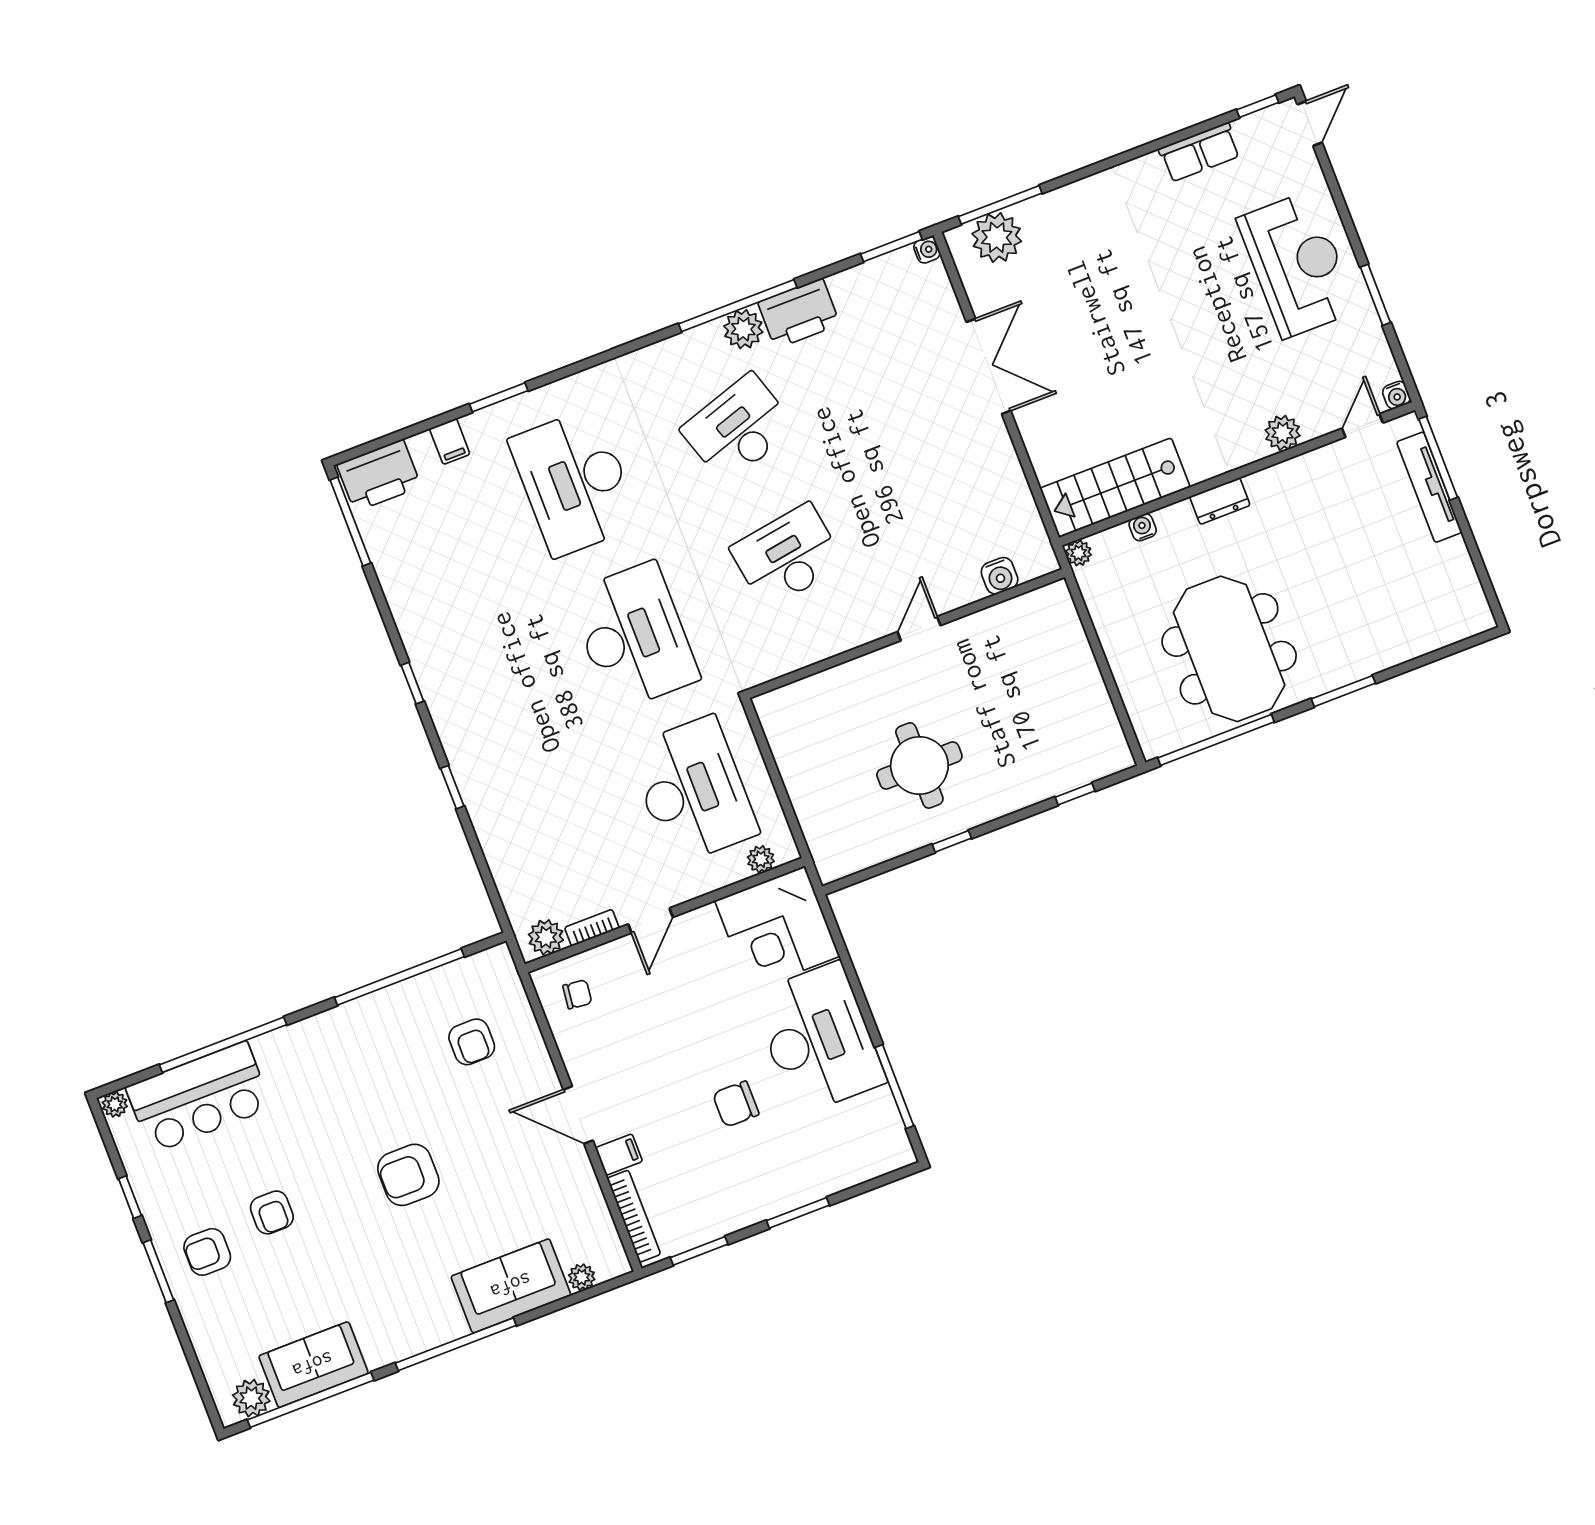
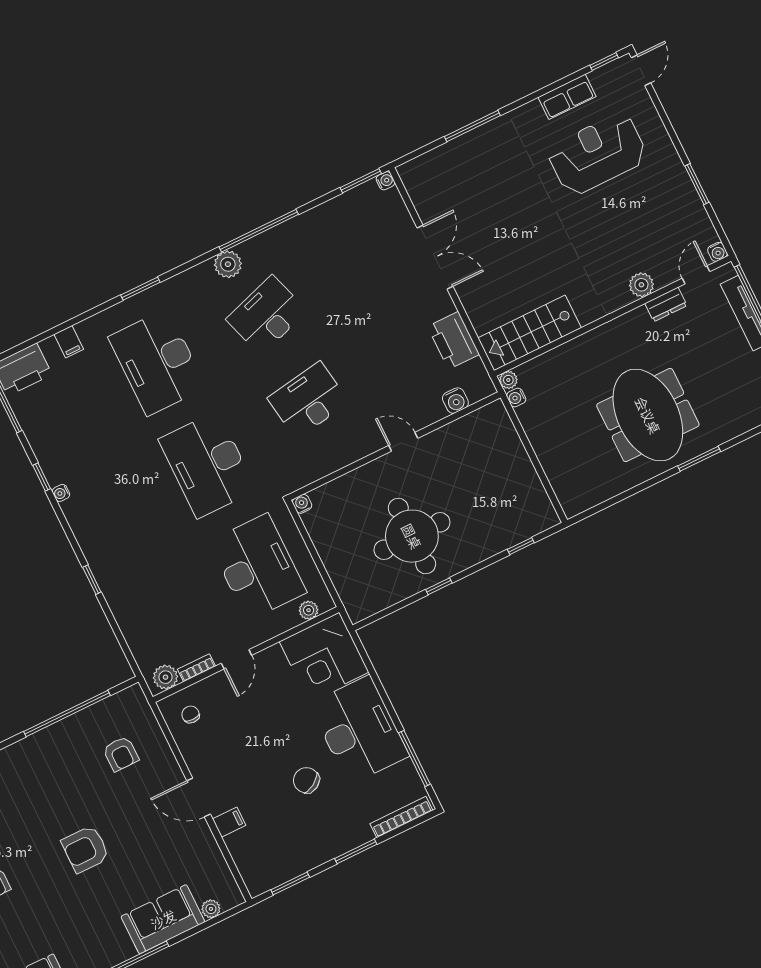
window: (1000, 205) -> (472, 126), moved
plant: (997, 237) -> (433, 168), removed
reception desk: (1297, 265) -> (597, 154), moved, turned -90
printer: (799, 313) -> (453, 340), moved, turned 90
plant: (743, 329) -> (228, 264), moved
window: (499, 397) -> (140, 289), moved
dresser: (1220, 501) -> (666, 304), moved
water cooler: (1143, 527) -> (516, 397), moved, turned -90
door: (919, 629) -> (403, 442), hinge flipped
desk: (634, 636) -> (207, 465), turned 180
meeting table: (1229, 649) -> (648, 415), moved
water cooler: (419, 658) -> (61, 493), added
window: (412, 683) -> (42, 477), moved
water cooler: (765, 705) -> (302, 504), added
window: (1216, 740) -> (614, 500), removed
round table: (919, 766) -> (412, 536), width x1.36, depth x1.36
chair: (577, 994) -> (191, 714), turned -97
chair: (736, 1104) -> (306, 780), turned 58
bookcase: (634, 1216) -> (401, 817), moved, turned -90

